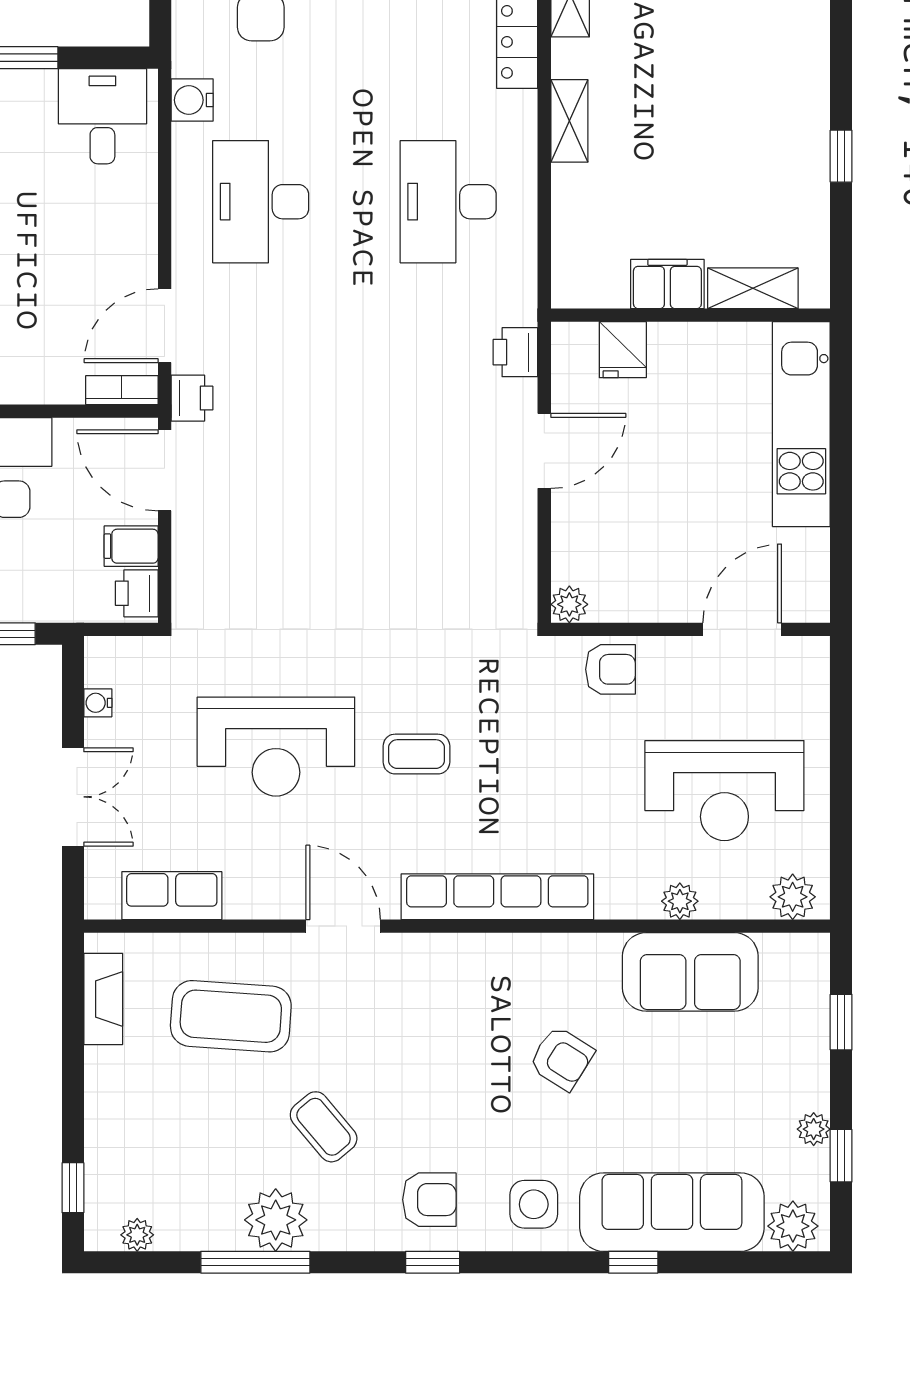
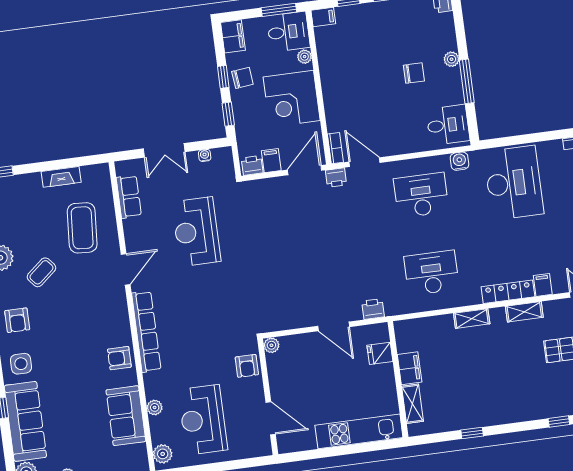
coffee table: (416, 754) -> (201, 290), removed
fireplace: (103, 999) -> (61, 177), moved
armchair: (562, 1058) -> (119, 358), moved, turned 58

